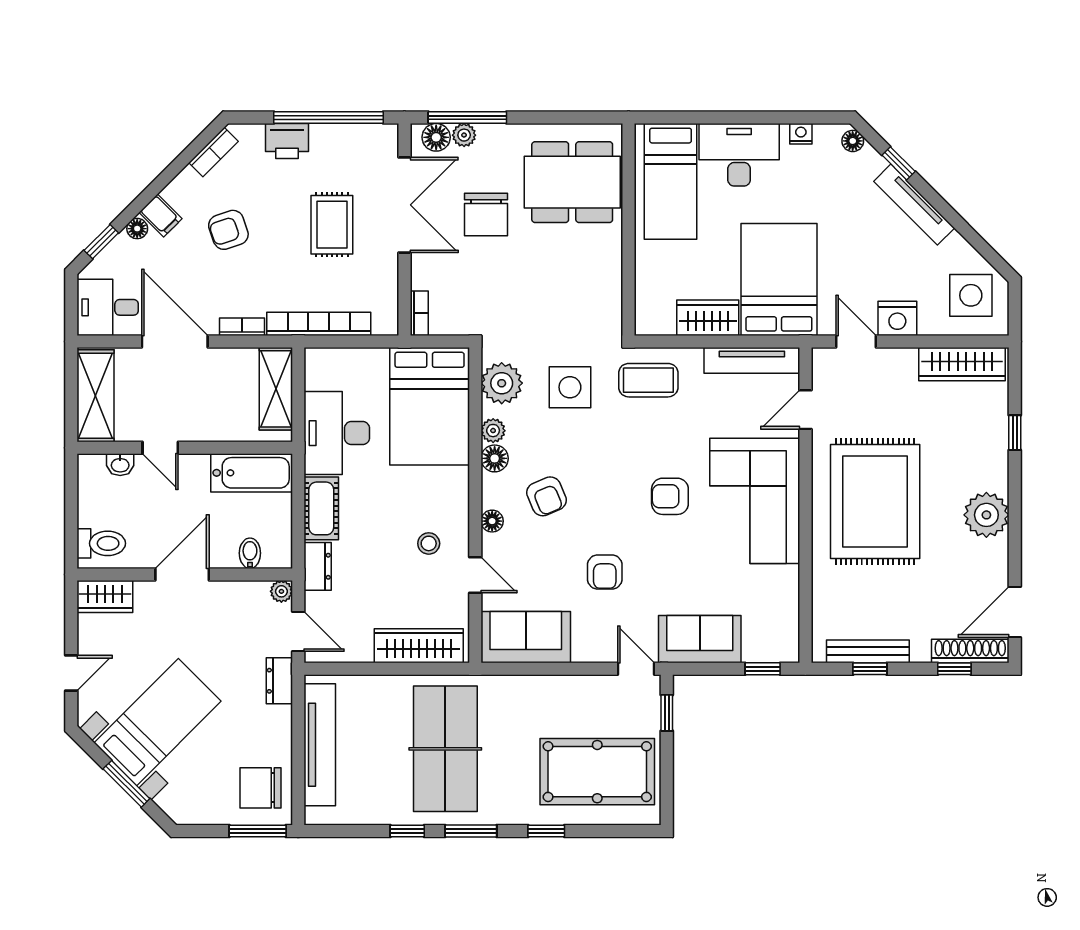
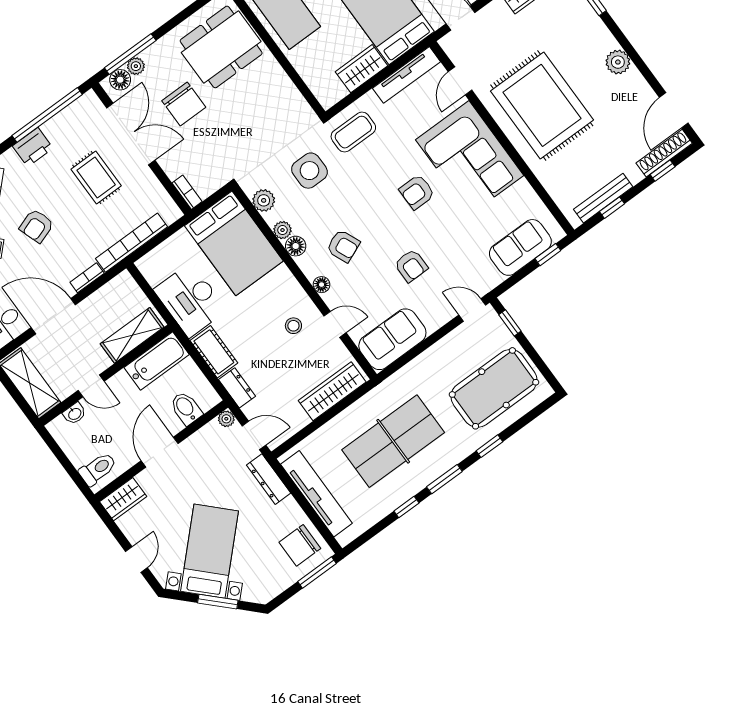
plant: (502, 383) -> (264, 200), width x0.73, depth x0.73
shelving: (276, 389) -> (132, 335), moved, turned 90
plant: (986, 515) -> (618, 62), width x0.73, depth x0.73
bidet: (250, 553) -> (186, 408), width x1.38, depth x1.36
sofa: (700, 639) -> (520, 247), moved
dresser: (279, 681) -> (269, 479), width x1.44
table tennis table: (445, 749) -> (393, 441), turned 90

